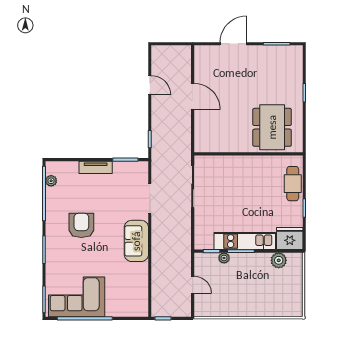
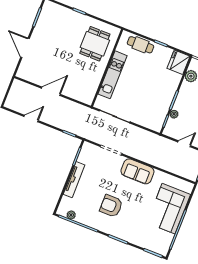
dining table: (272, 127) -> (95, 44), width x0.73
tv unit: (96, 167) -> (74, 180), width x1.41
kitchen unit: (245, 241) -> (113, 75), moved, turned 180
corner sofa: (77, 297) -> (169, 209), moved

